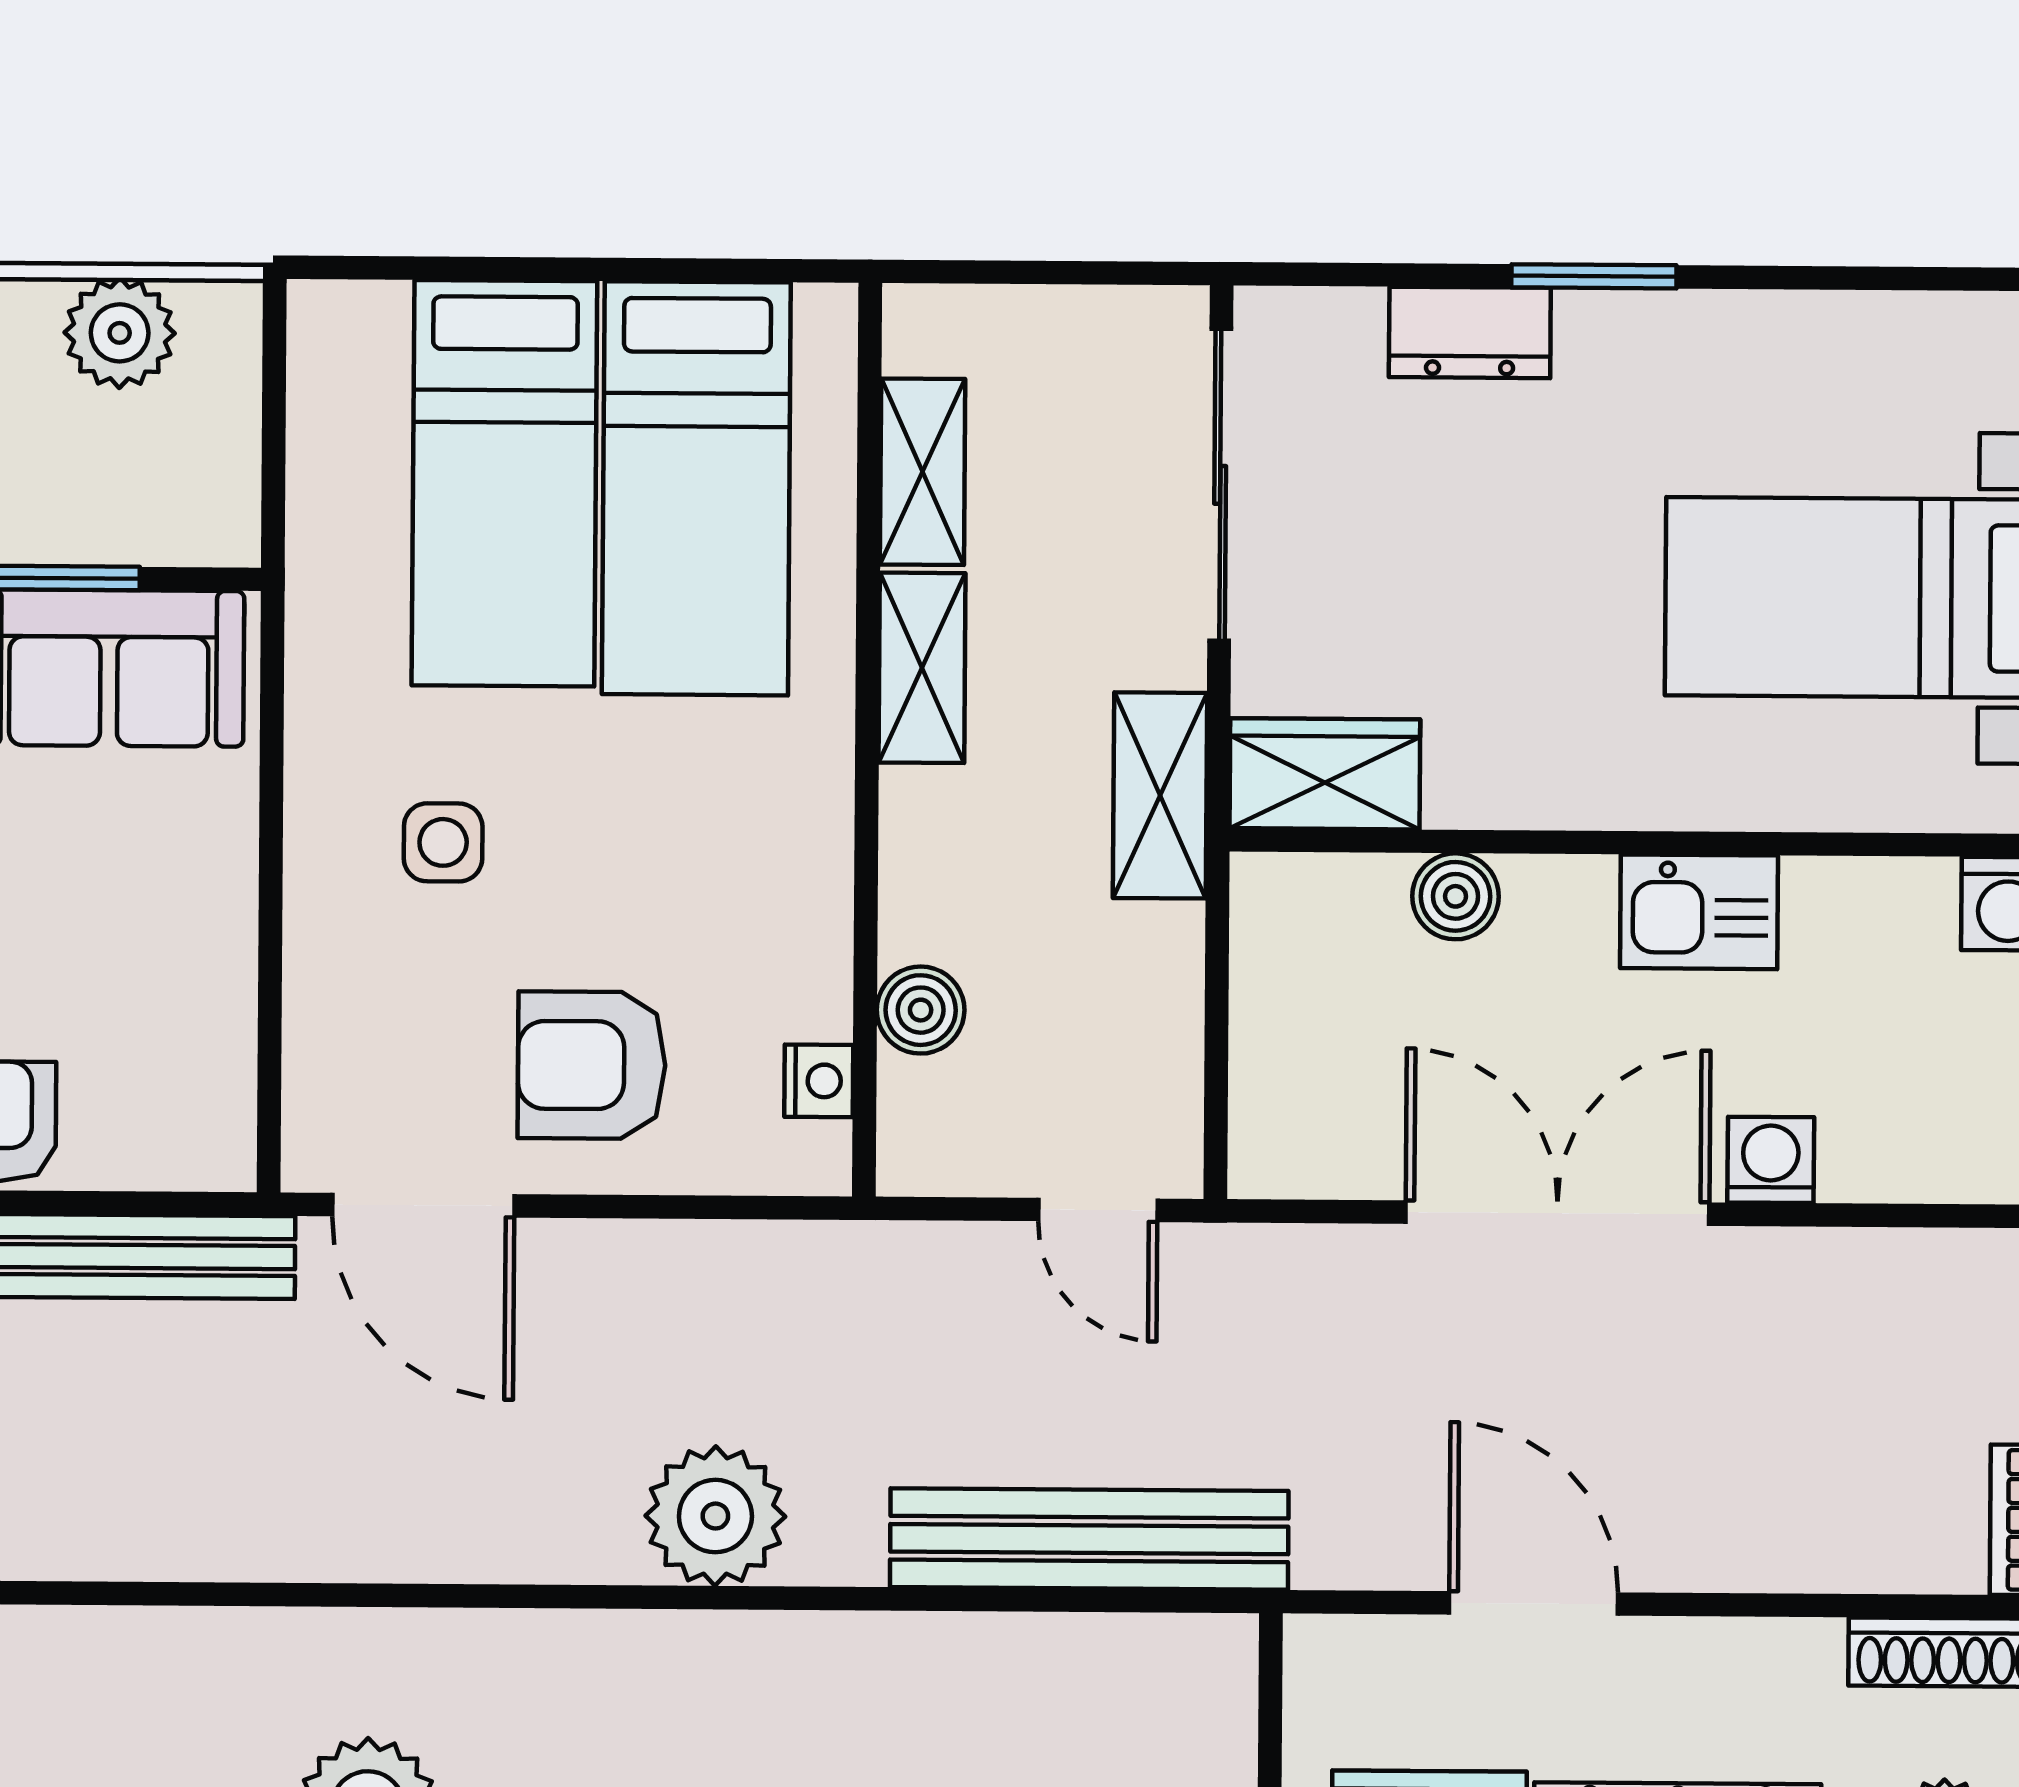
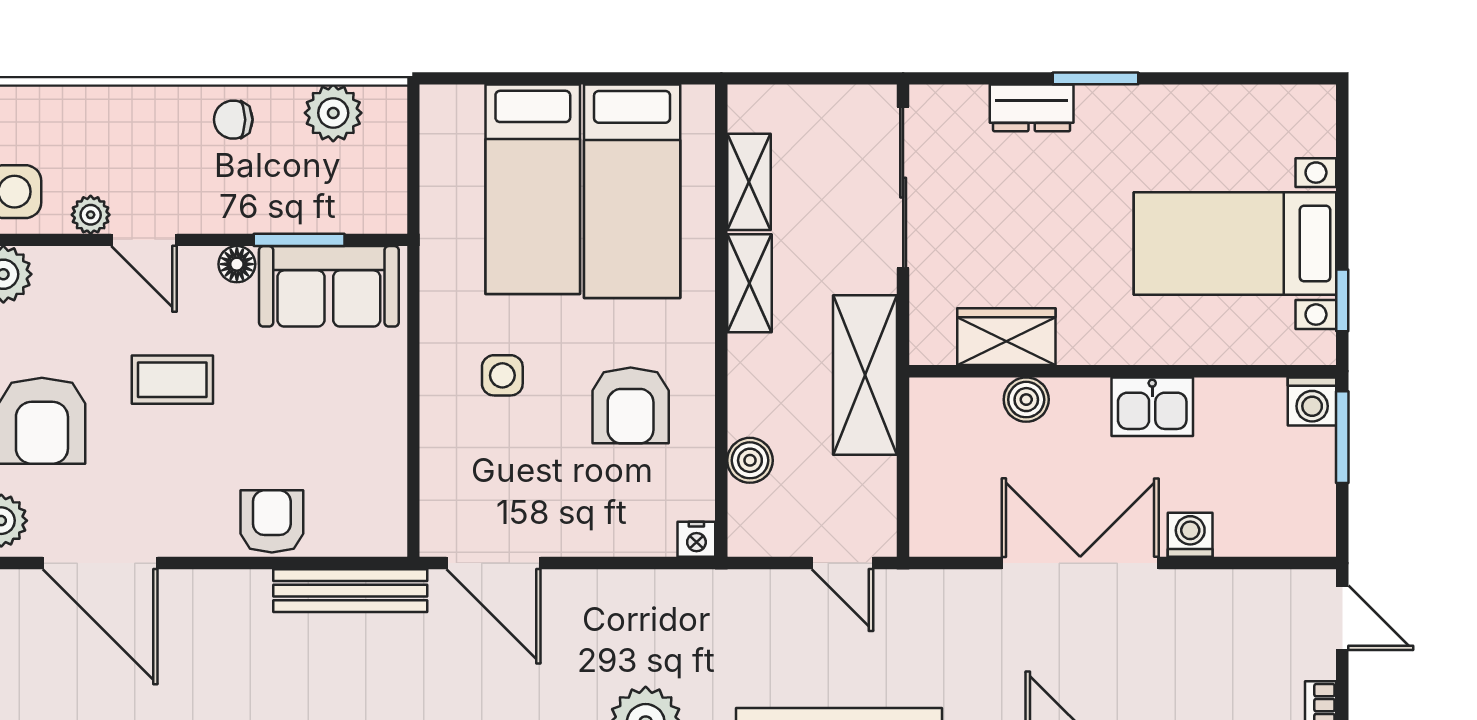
wardrobe: (1325, 774) -> (1006, 337), moved
shelving: (1160, 795) -> (865, 375), width x1.50, depth x1.33
armchair: (592, 1065) -> (631, 405), moved, turned -90
nightstand: (819, 1081) -> (696, 539), moved, turned 90

